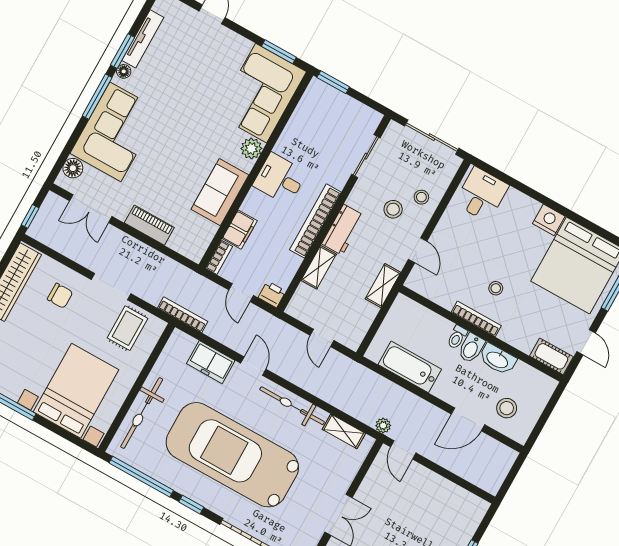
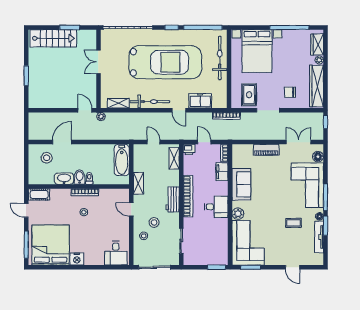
coffee table: (171, 84) -> (293, 223), added
shelving: (319, 267) -> (174, 158), moved
bathtub: (410, 367) -> (122, 160), moved, turned 90

